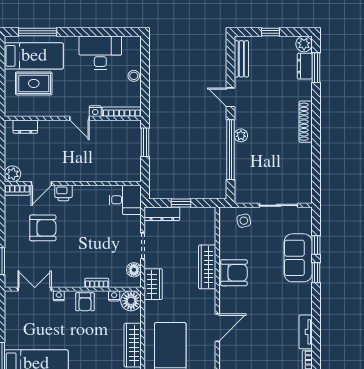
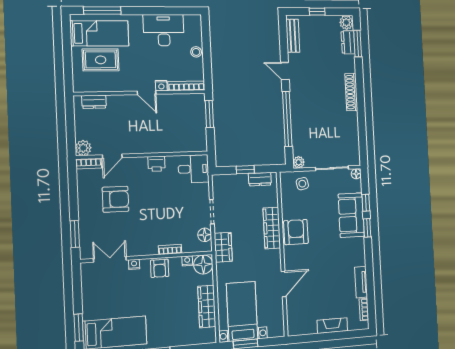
plant: (241, 135) -> (299, 162), moved
printer: (63, 193) -> (156, 164), moved
floor lamp: (306, 212) -> (356, 174), added
dresser: (162, 214) -> (260, 179), moved, width x0.70
armchair: (234, 273) -> (296, 232), turned -90

